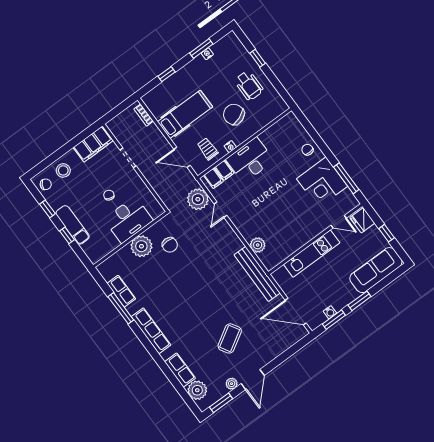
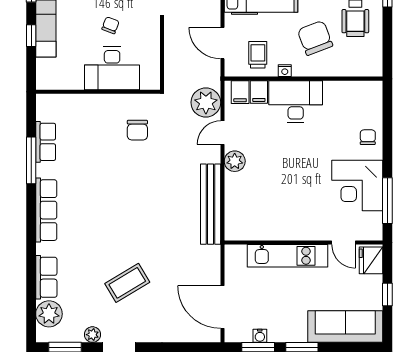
plant: (258, 245) -> (235, 161), moved
plant: (141, 246) -> (105, 108), removed
bench: (257, 274) -> (211, 204), moved

